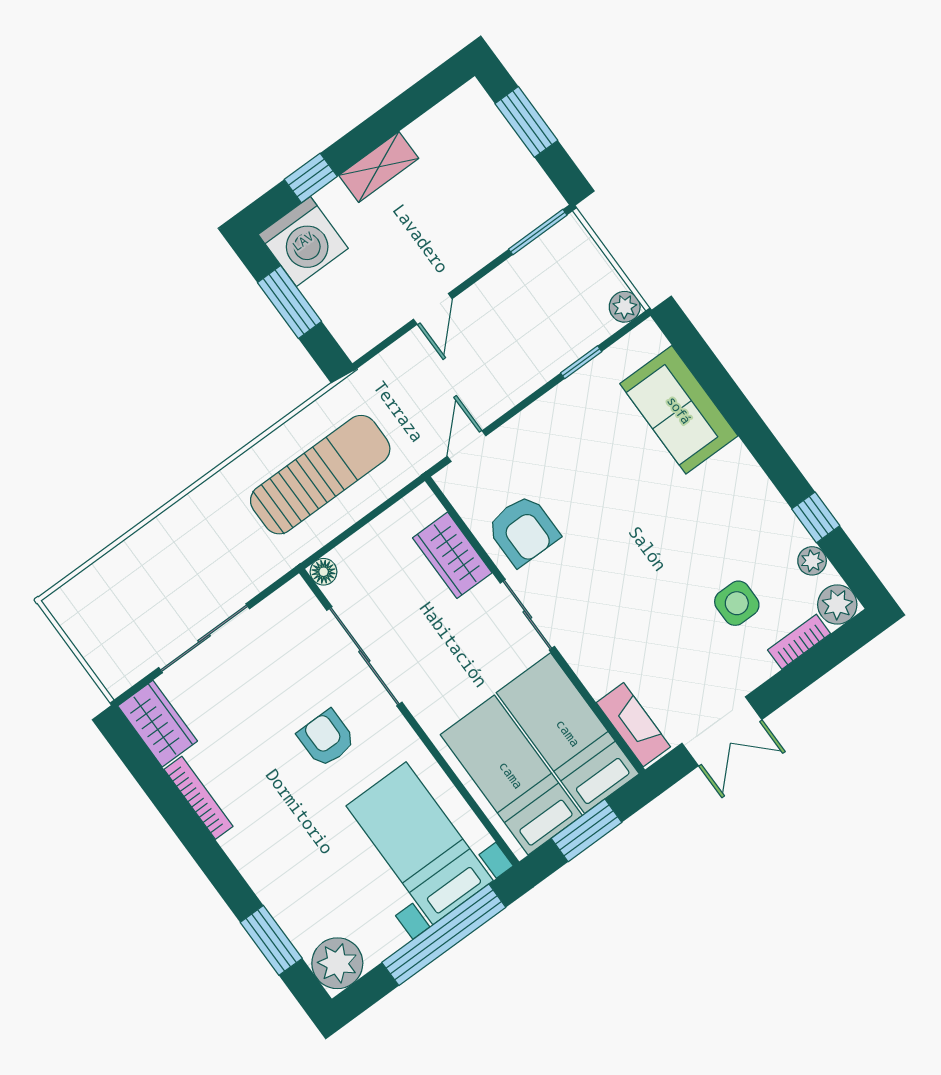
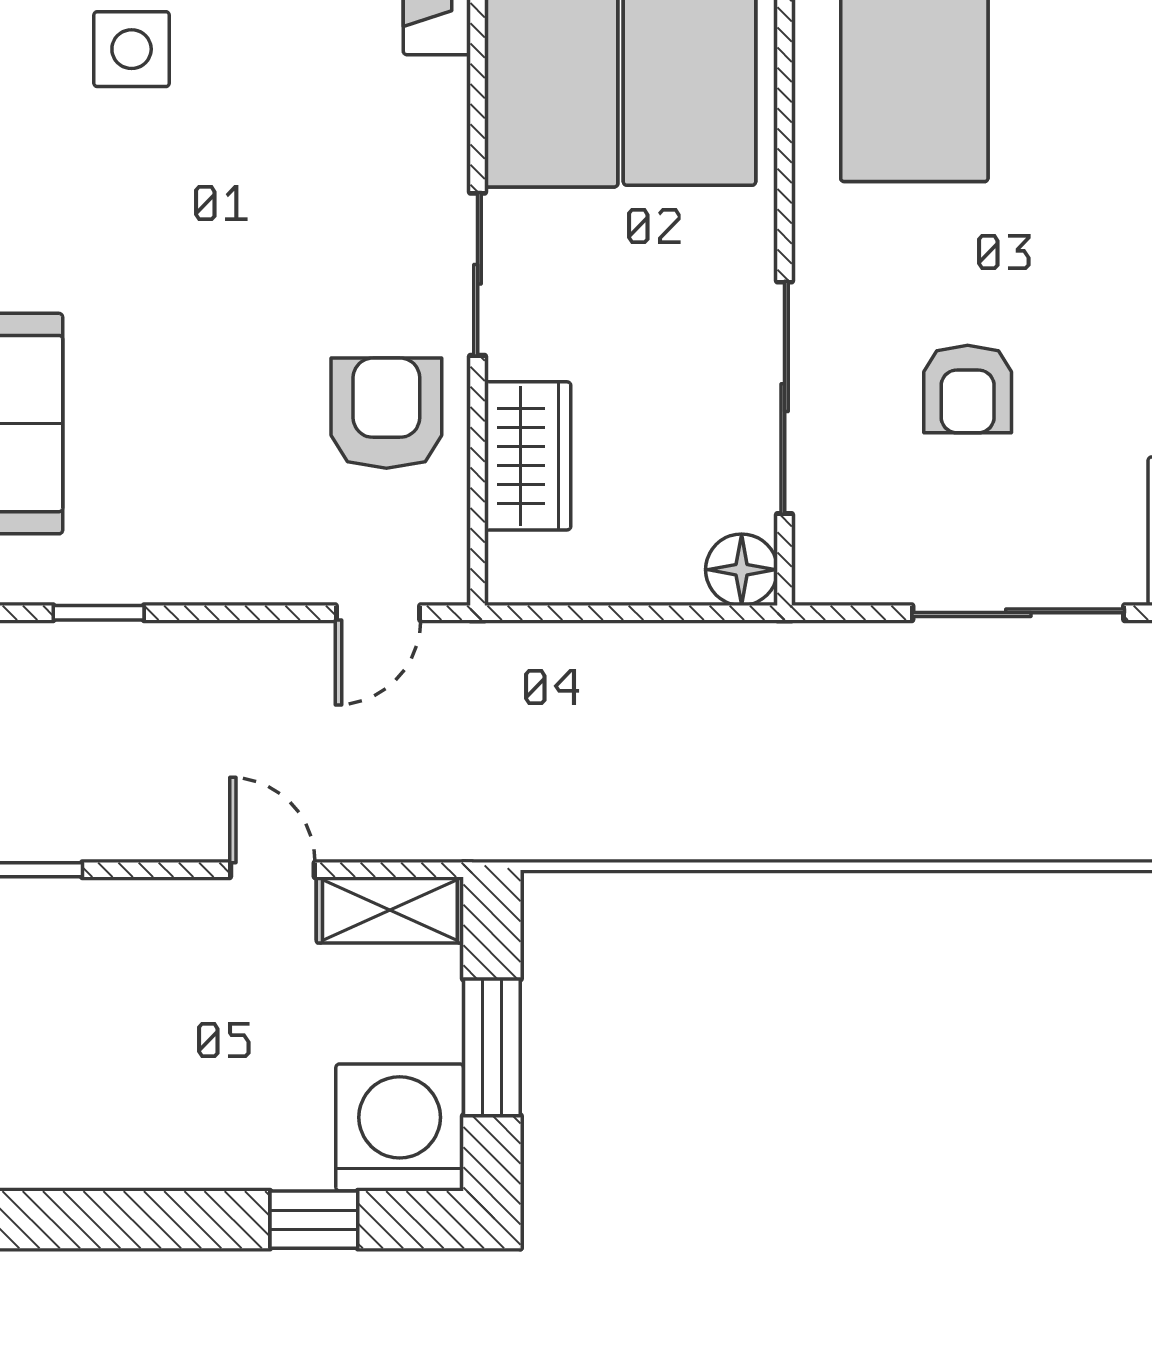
shelving: (379, 167) -> (390, 910), moved
door: (433, 309) -> (272, 870), hinge flipped
sun lounger: (320, 475) -> (644, 738), removed
floor lamp: (324, 572) -> (742, 570), width x1.37, depth x1.37
armchair: (326, 738) -> (968, 389), moved

